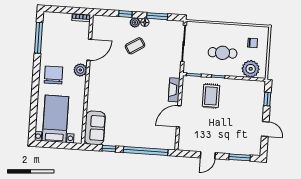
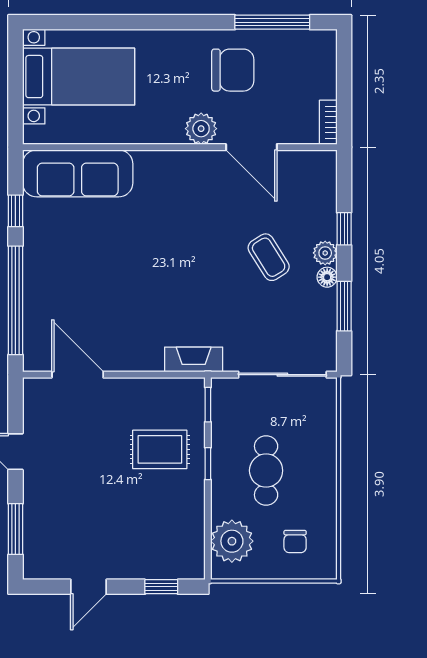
chair: (54, 75) -> (233, 70), moved
fireplace: (174, 90) -> (194, 359), moved
door: (179, 116) -> (78, 375), moved
sofa: (95, 128) -> (78, 173), width x1.36

